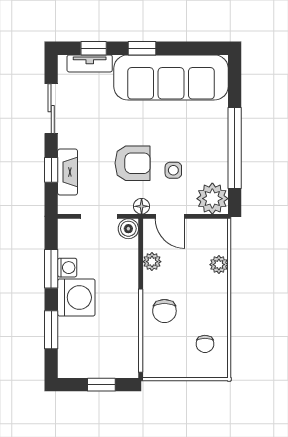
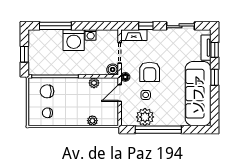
fireplace: (68, 172) -> (134, 35), moved
plant: (212, 199) -> (145, 117), moved
window: (51, 269) -> (90, 26), removed
chair: (164, 311) -> (47, 91), moved
window: (51, 330) -> (55, 26), width x1.44

